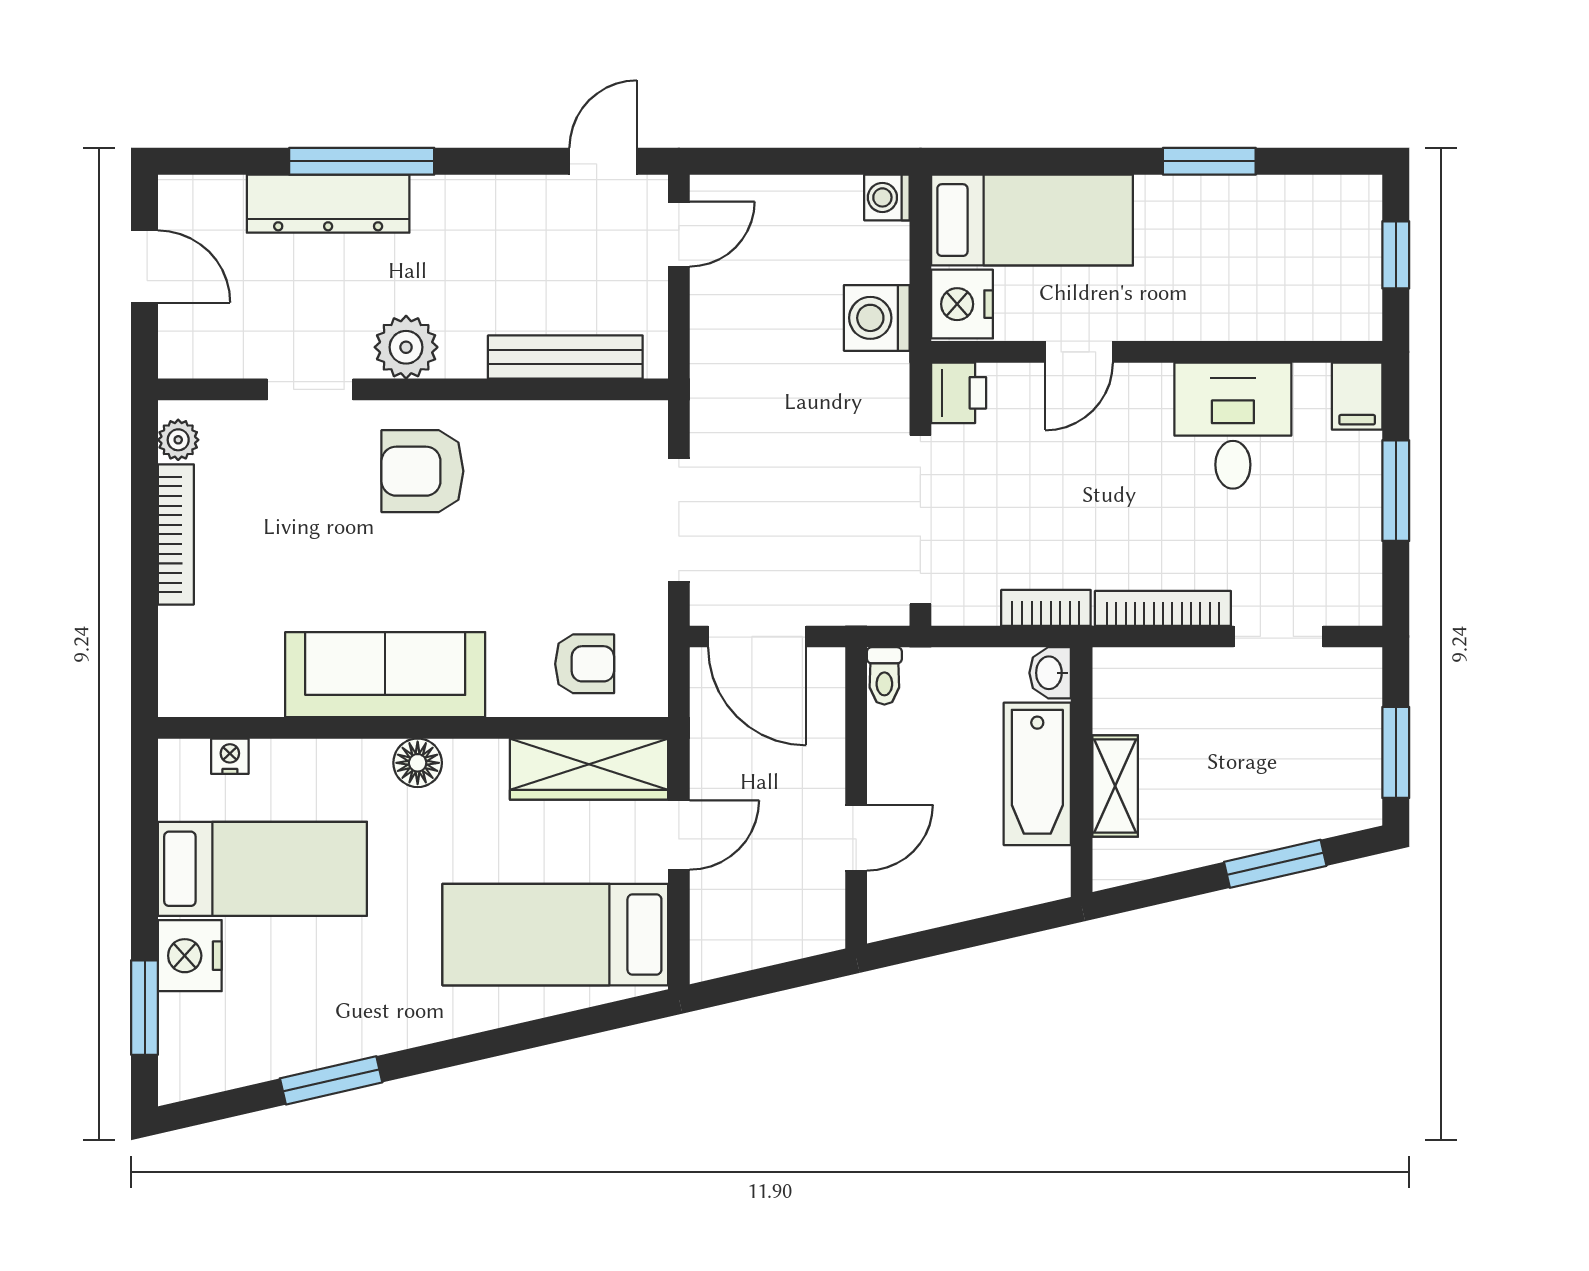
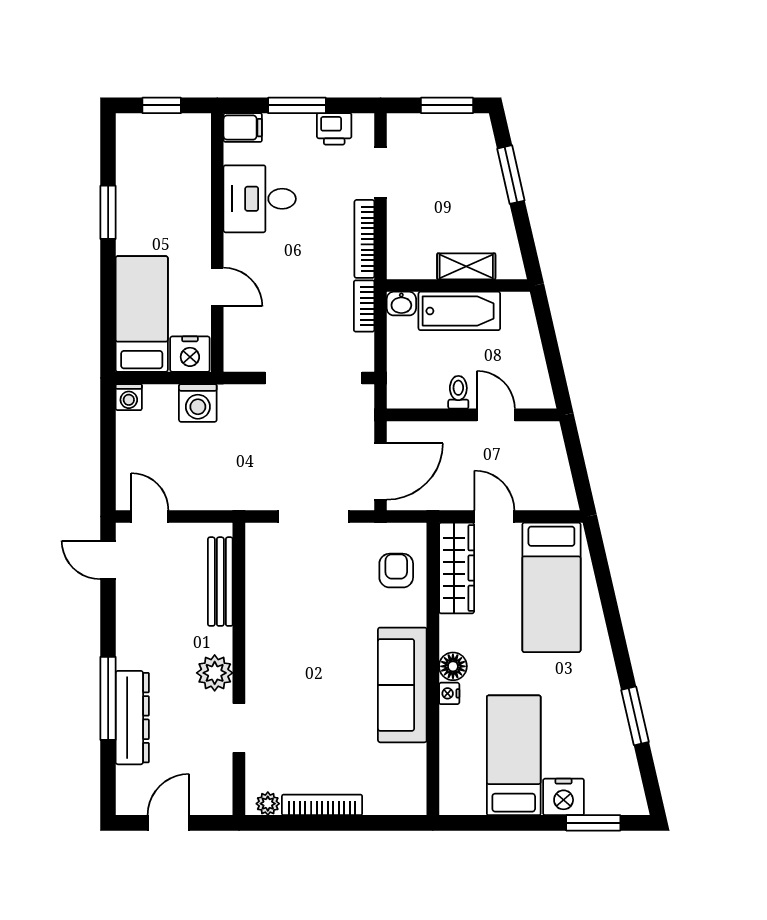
printer: (959, 393) -> (334, 129), moved, turned 180
armchair: (422, 471) -> (286, 664), removed
toilet: (884, 676) -> (458, 392), moved, turned -90
nightstand: (230, 756) -> (449, 693), moved

